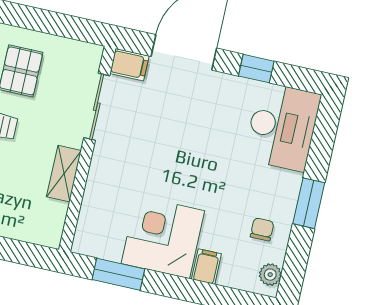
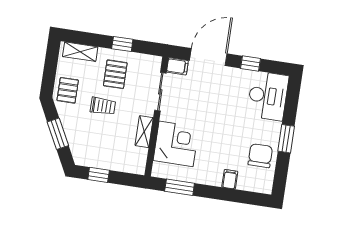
window: (37, 19) -> (122, 44), added
chair: (262, 229) -> (260, 156), width x1.87, depth x1.87
corner desk: (163, 237) -> (176, 144), moved, turned 90
plant: (270, 275) -> (267, 181), removed

